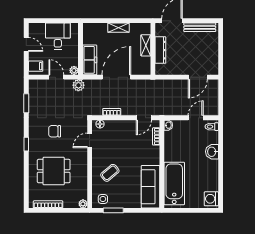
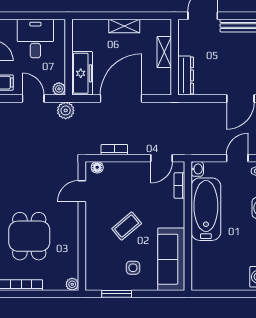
dresser: (160, 50) -> (186, 75), moved
chair: (55, 131) -> (31, 178), removed
dining table: (54, 171) -> (29, 236), turned 90
coffee table: (110, 173) -> (127, 226), moved
bathtub: (174, 183) -> (206, 209), moved
side table: (103, 199) -> (133, 268), moved

